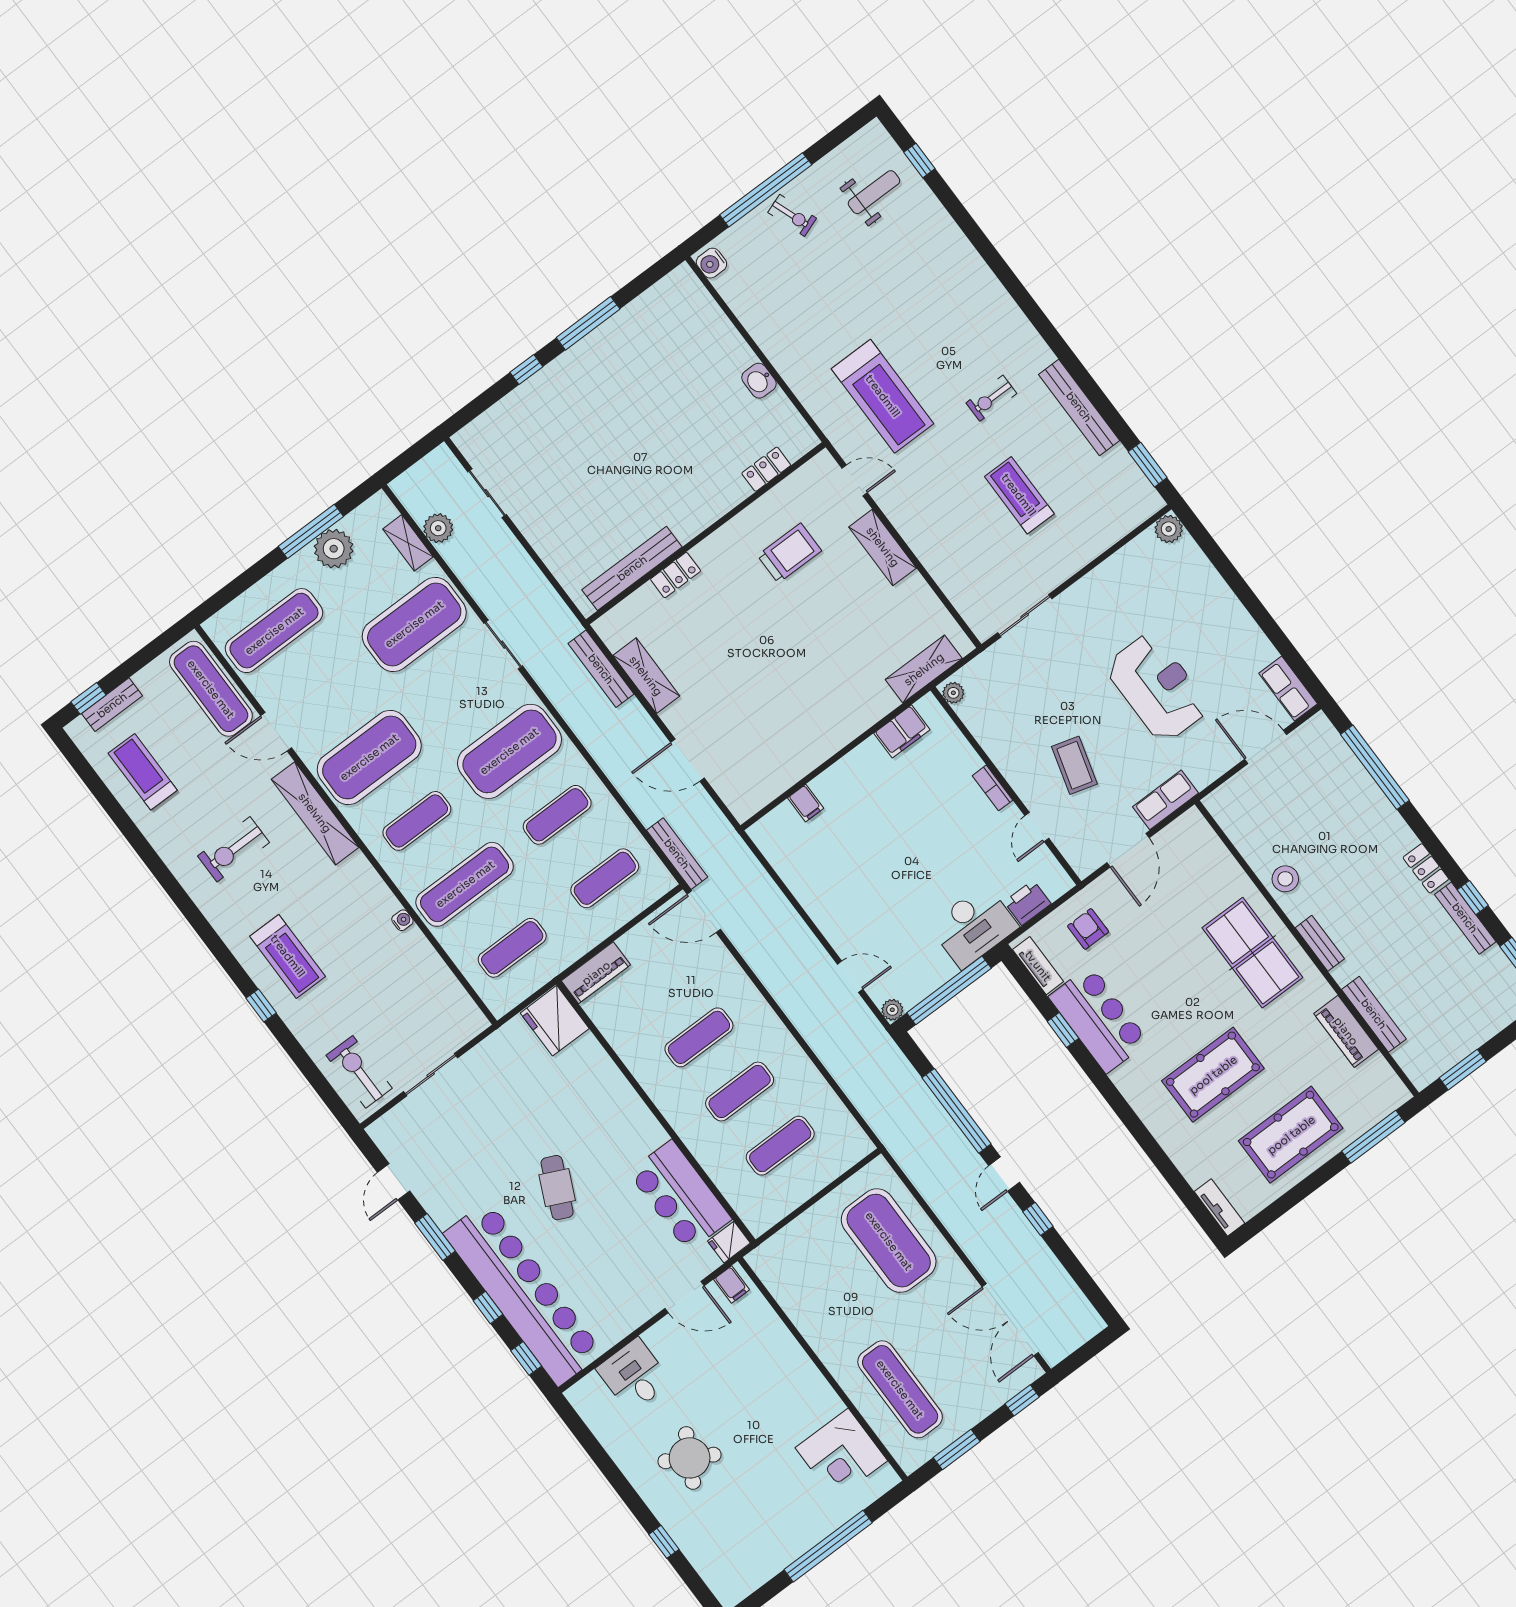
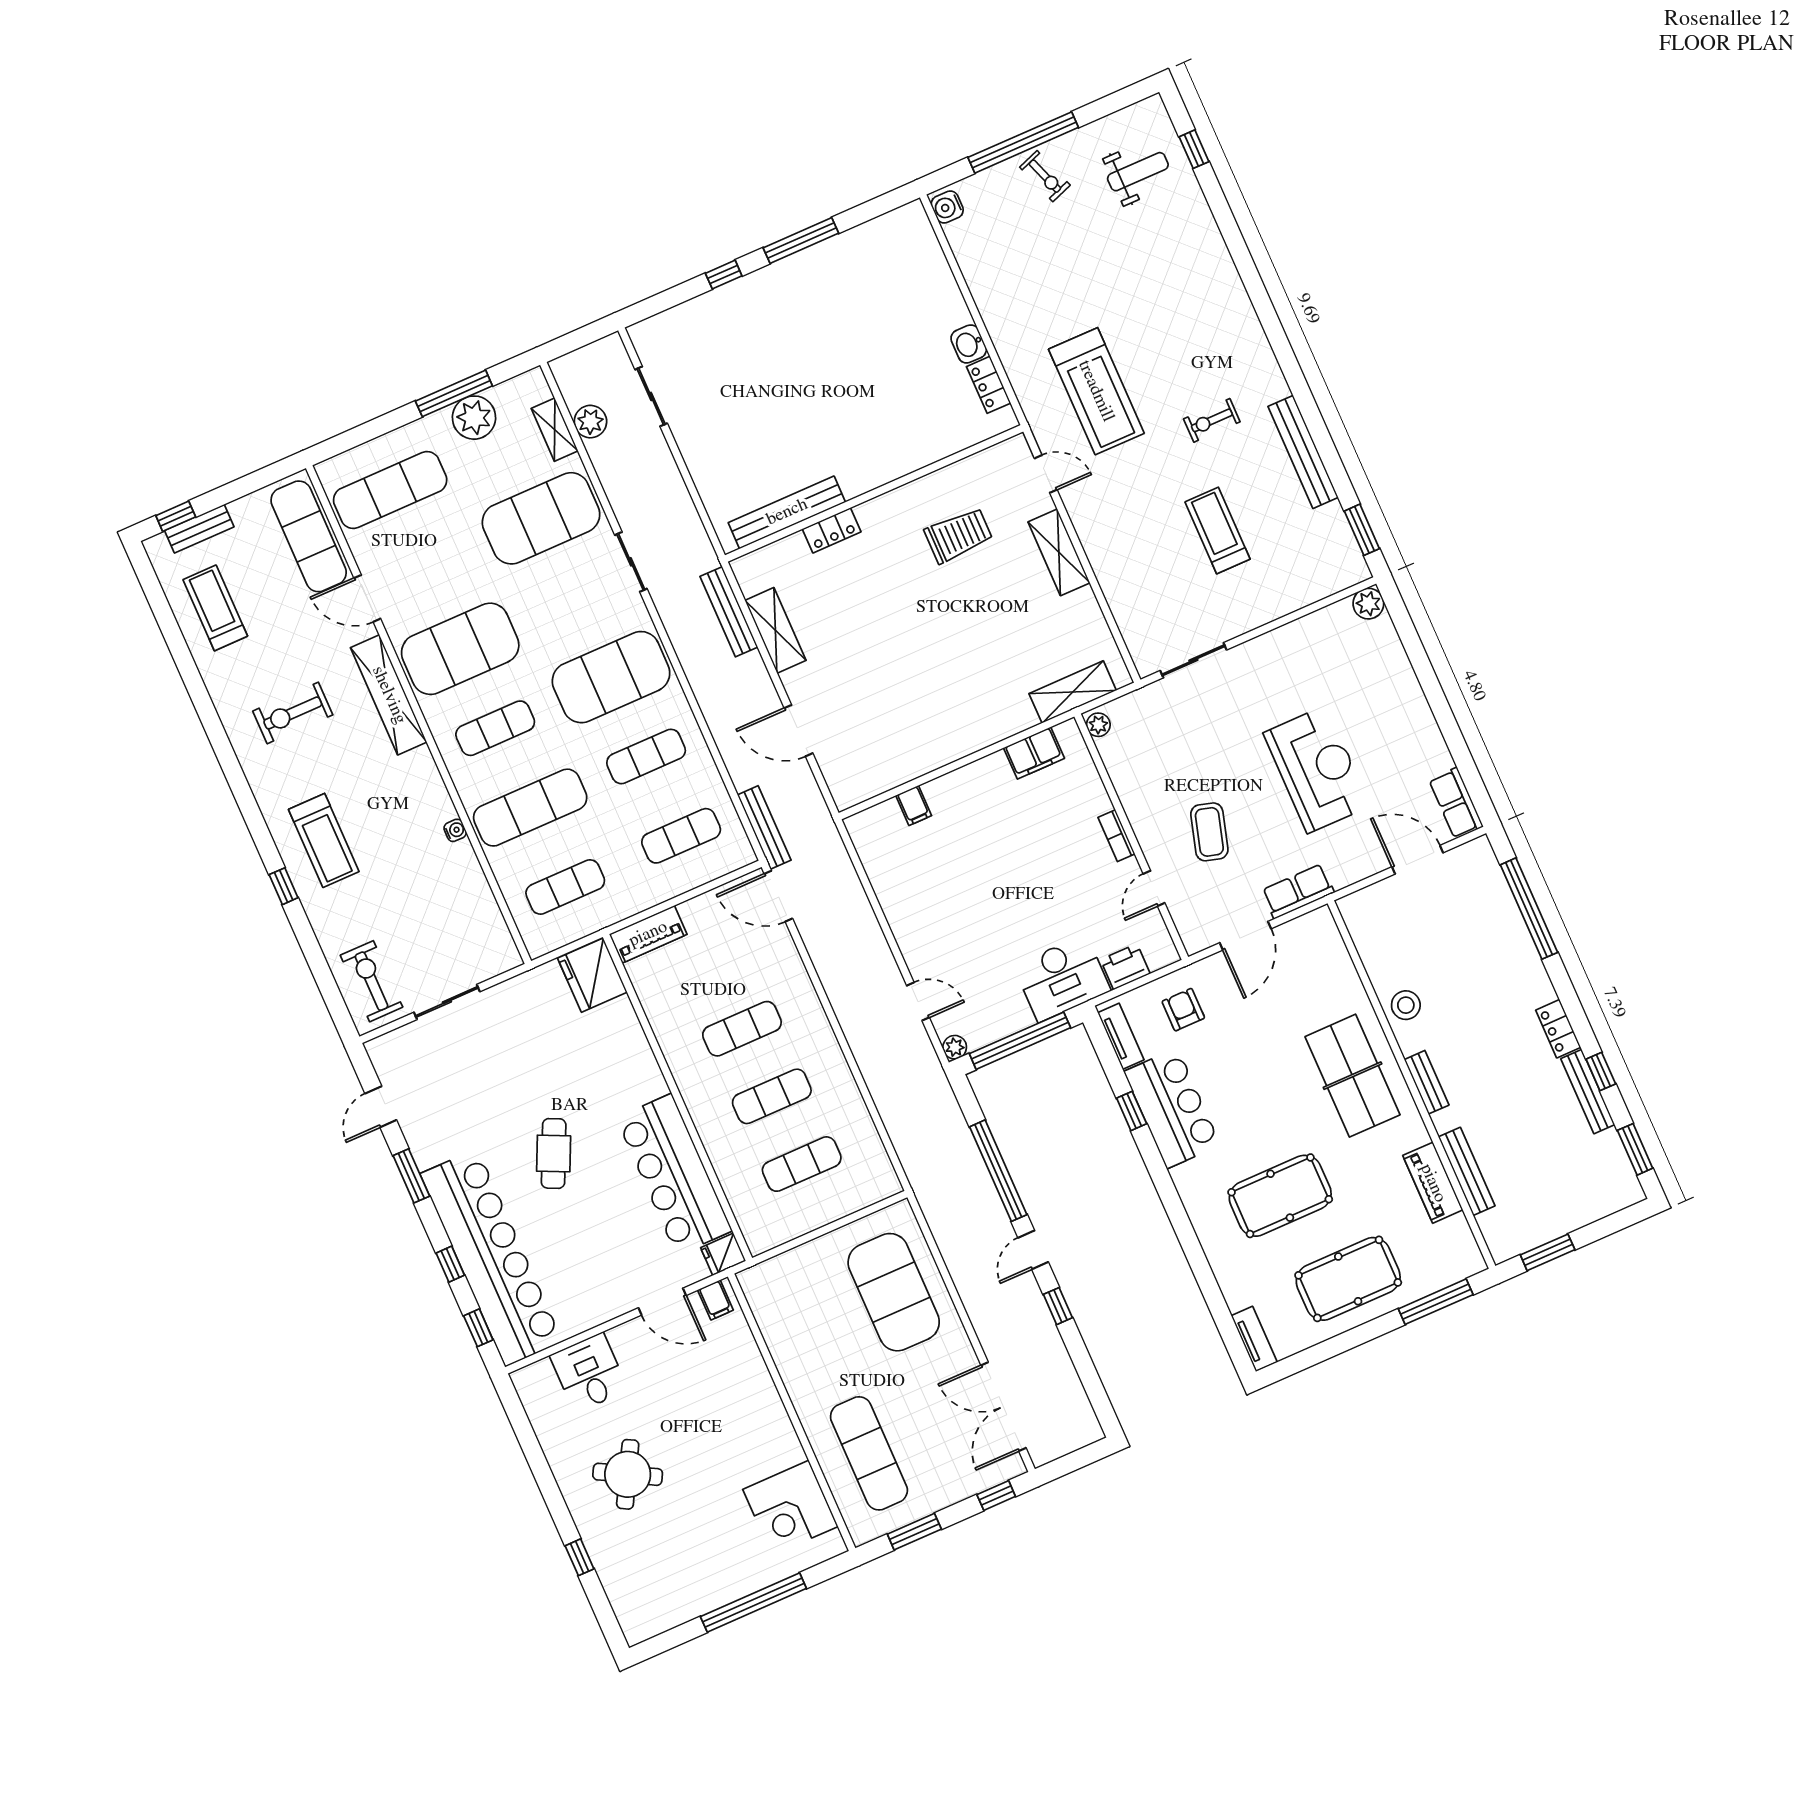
locker: (766, 469) -> (989, 385), moved, turned -90
bar counter: (680, 1196) -> (674, 1174), width x1.36

